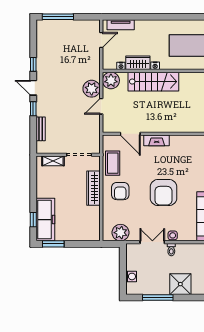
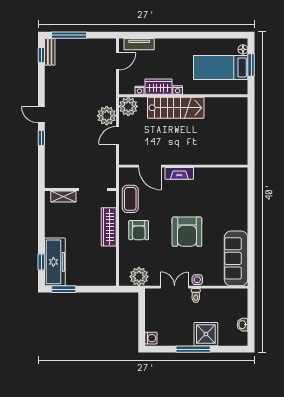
window: (33, 64) -> (41, 55), moved
bench: (41, 129) -> (50, 52), moved
washing machine: (131, 276) -> (151, 338), moved
window: (158, 297) -> (193, 349), moved

